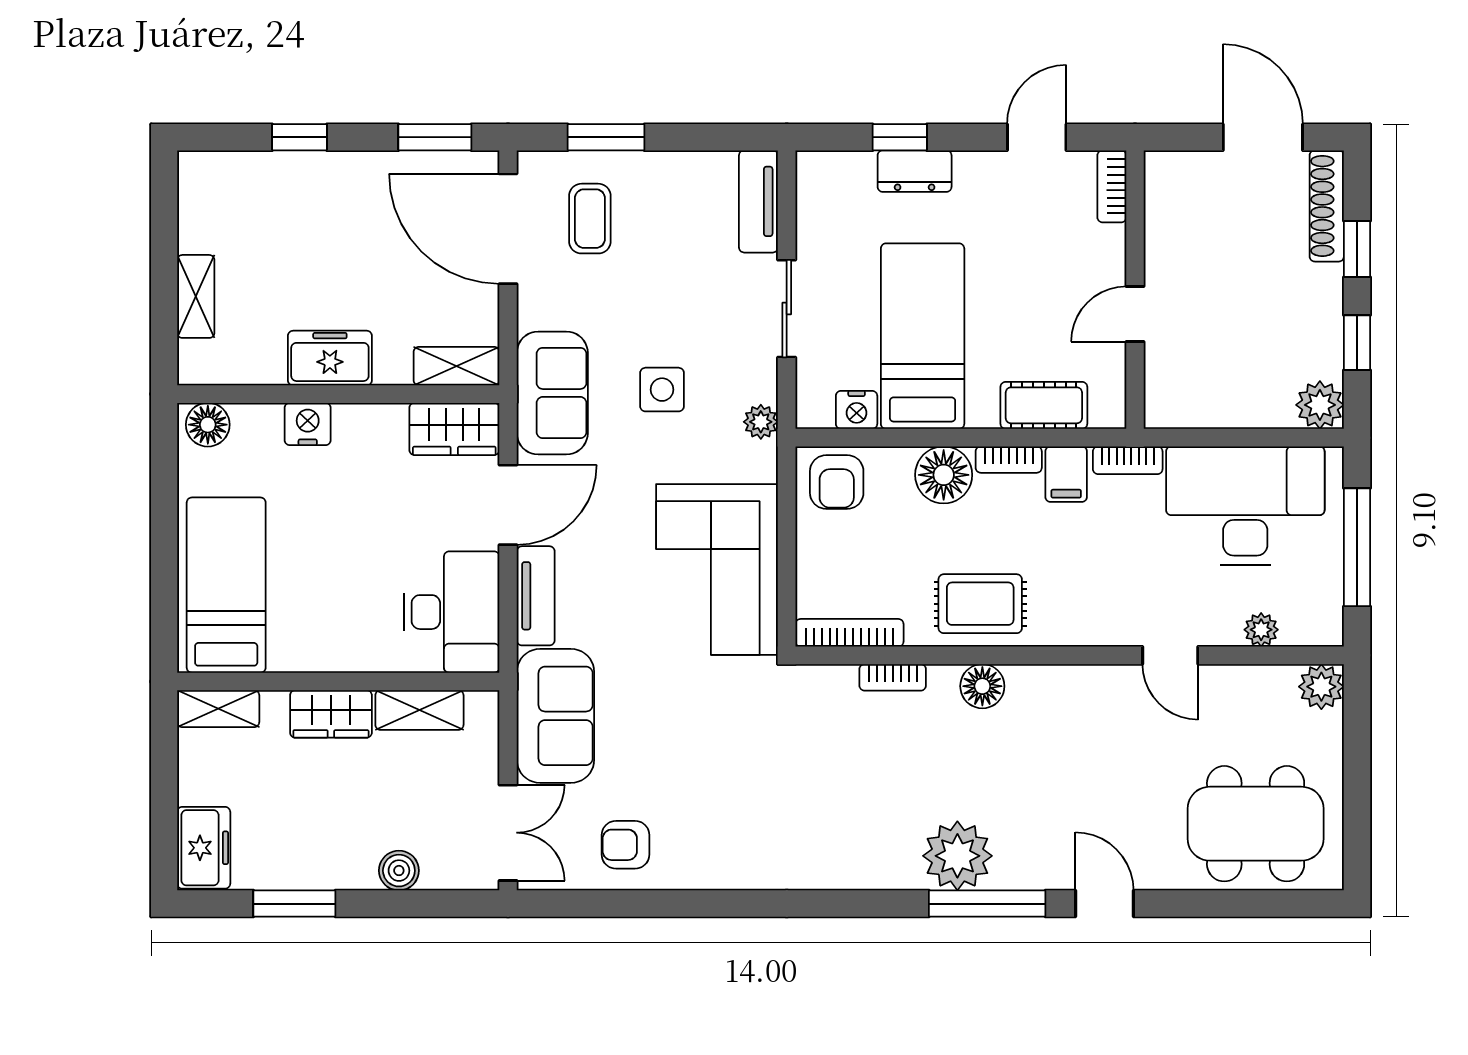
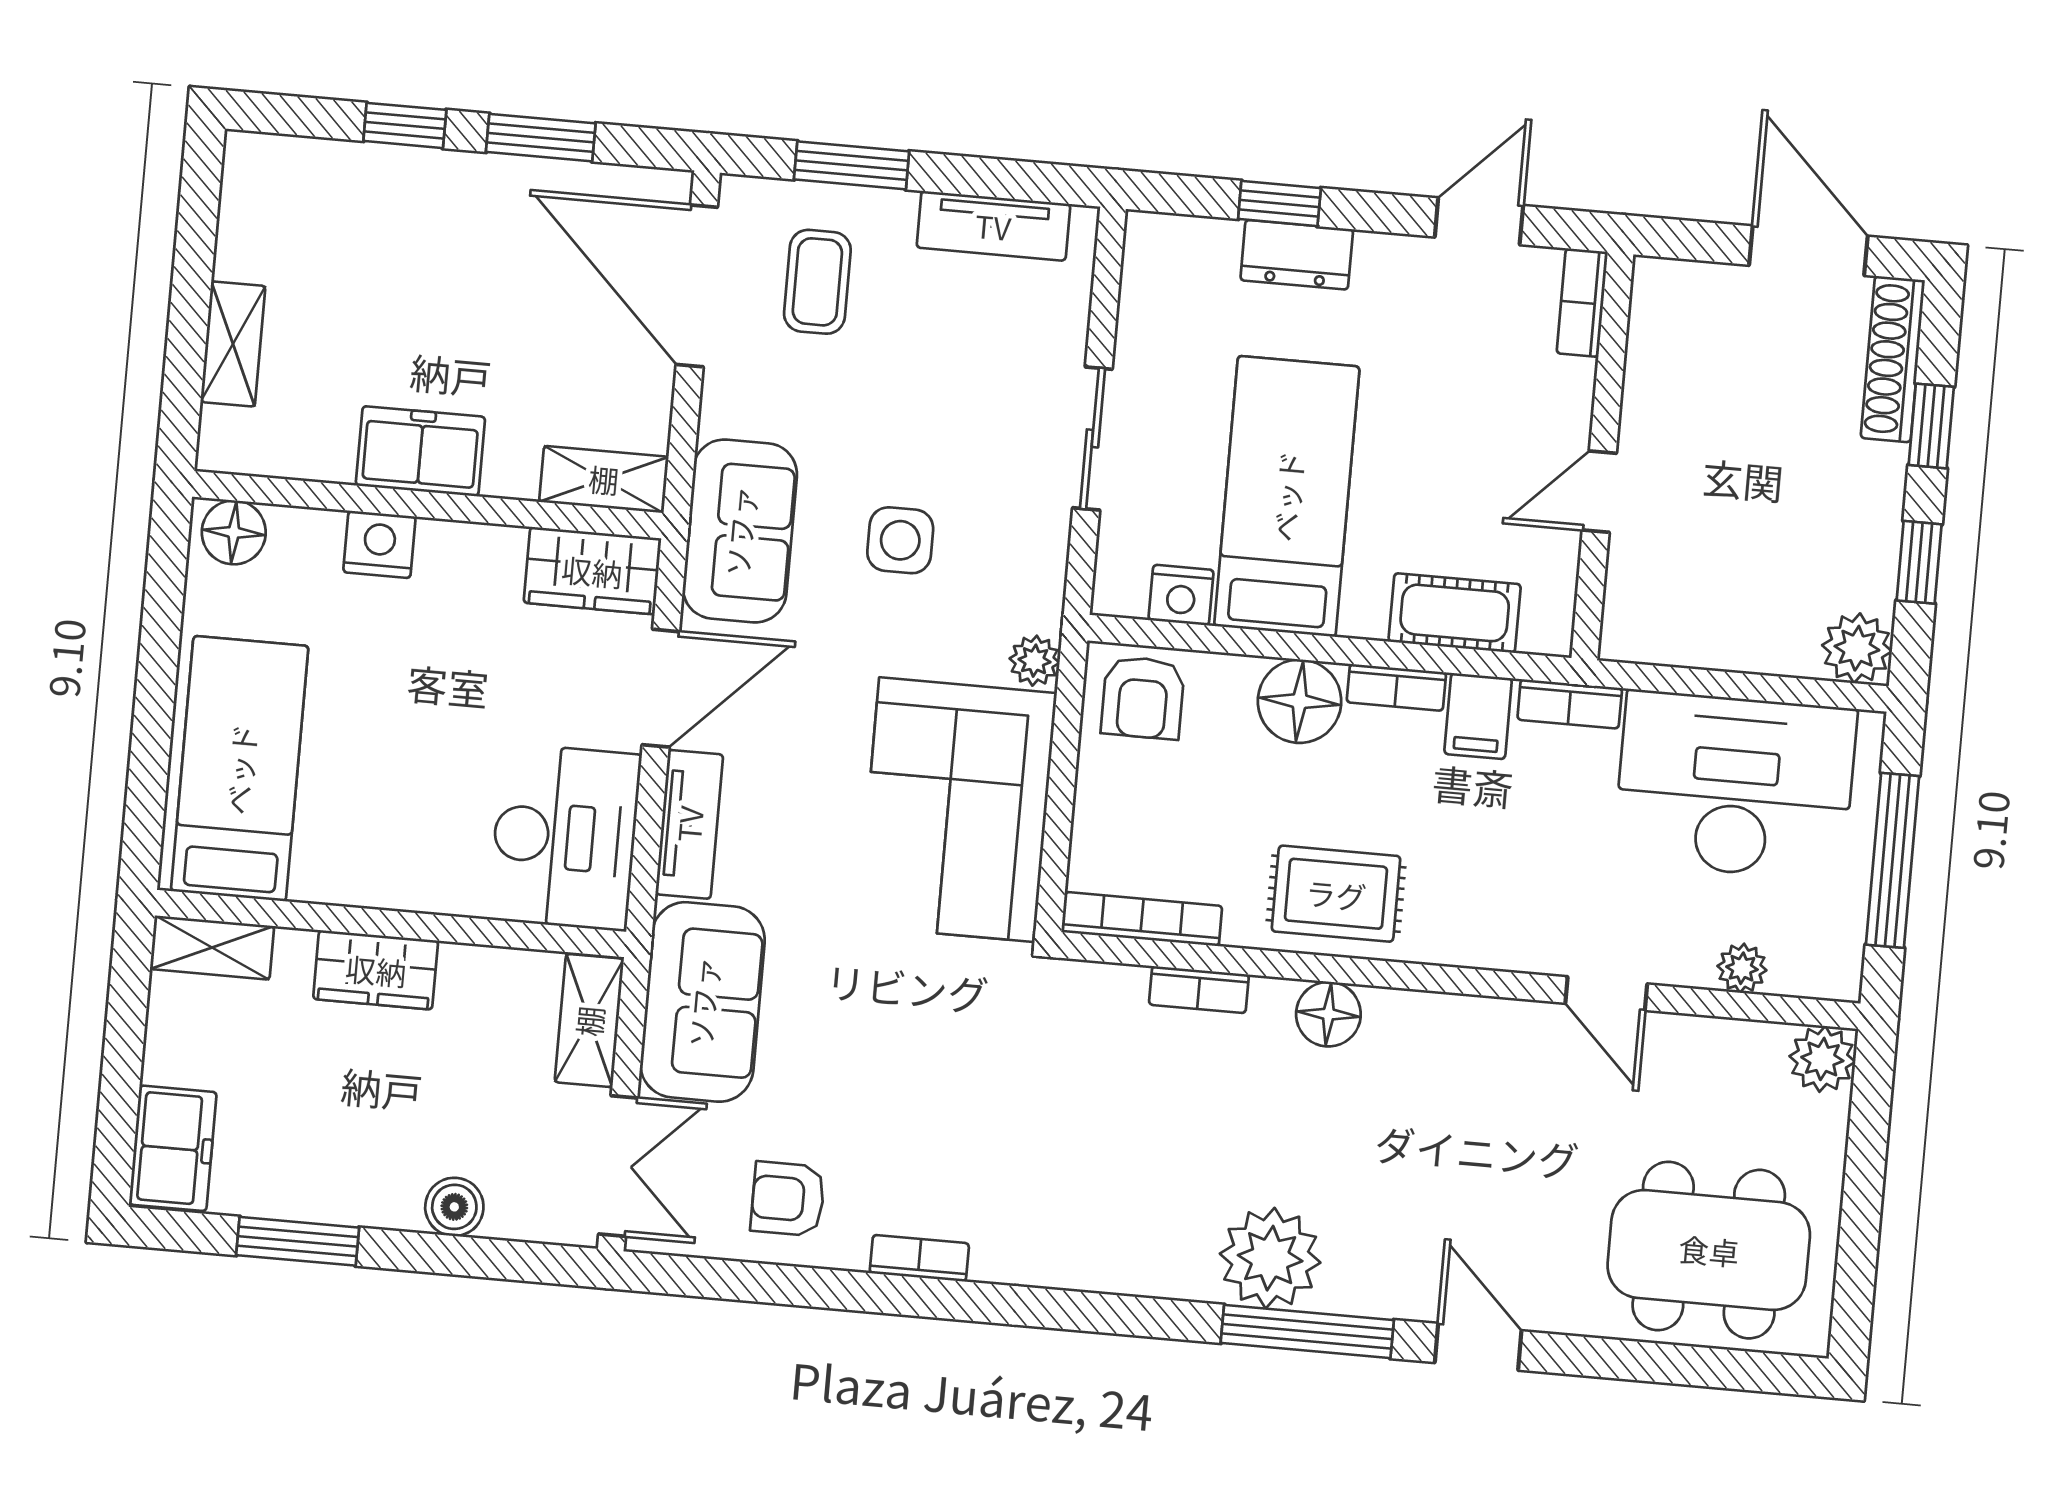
window: (435, 137) -> (541, 138), moved
tv unit: (758, 201) -> (993, 226), moved, turned -90
plant: (761, 422) -> (1035, 661), moved
shelving: (419, 710) -> (589, 1021), moved, turned 90
bookcase: (719, 877) -> (919, 1258), added

